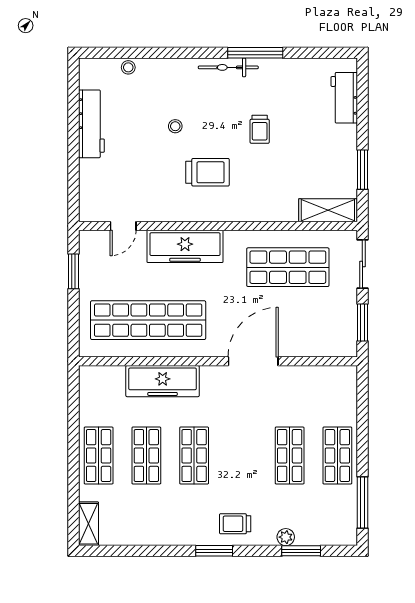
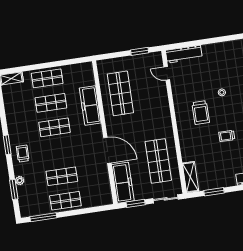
workbench: (91, 124) -> (184, 54), moved
freezer: (185, 246) -> (123, 183), moved, turned 180
shop shelf: (148, 320) -> (120, 93), width x0.71

